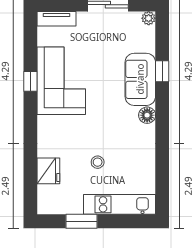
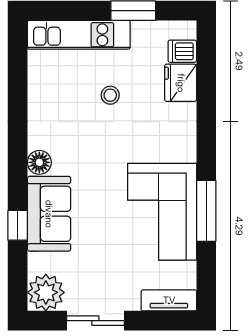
plant: (149, 18) -> (46, 292), width x1.88, depth x1.88
window: (30, 81) -> (206, 211), width x2.17
dishwasher: (47, 193) -> (182, 51), added

